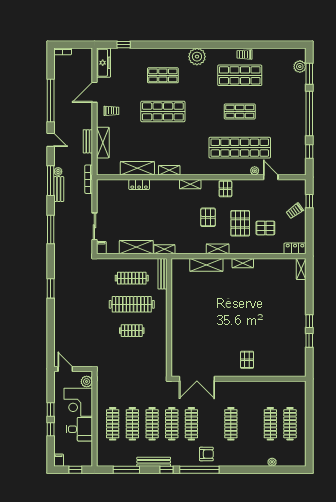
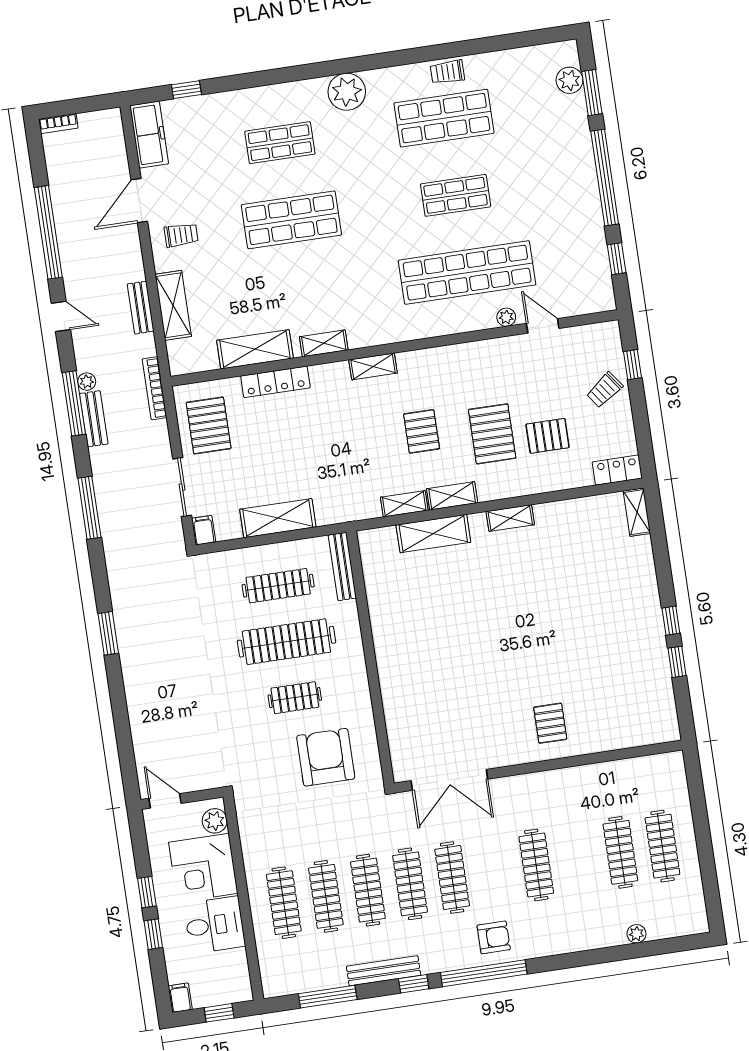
locker: (139, 185) -> (275, 382), width x1.53
pallet: (225, 189) -> (209, 425), moved, width x1.50, depth x1.42
shelving: (164, 249) -> (404, 504), moved
armchair: (142, 360) -> (326, 757), added

